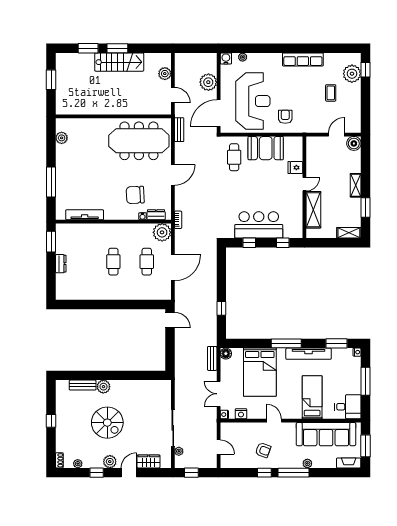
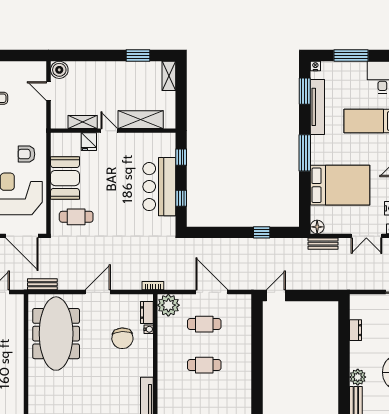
door: (173, 175) -> (98, 292), hinge flipped
shelving: (356, 185) -> (83, 122), moved
tv unit: (309, 354) -> (317, 107), moved
dresser: (142, 385) -> (356, 330), added

